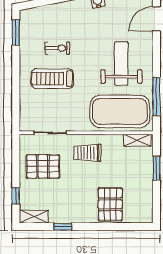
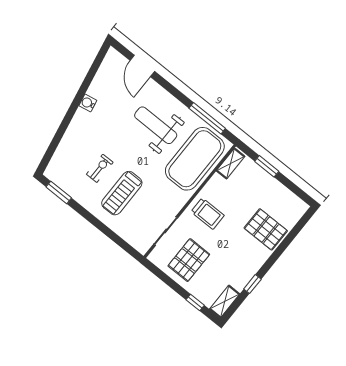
trolley: (88, 153) -> (208, 214), turned -90

